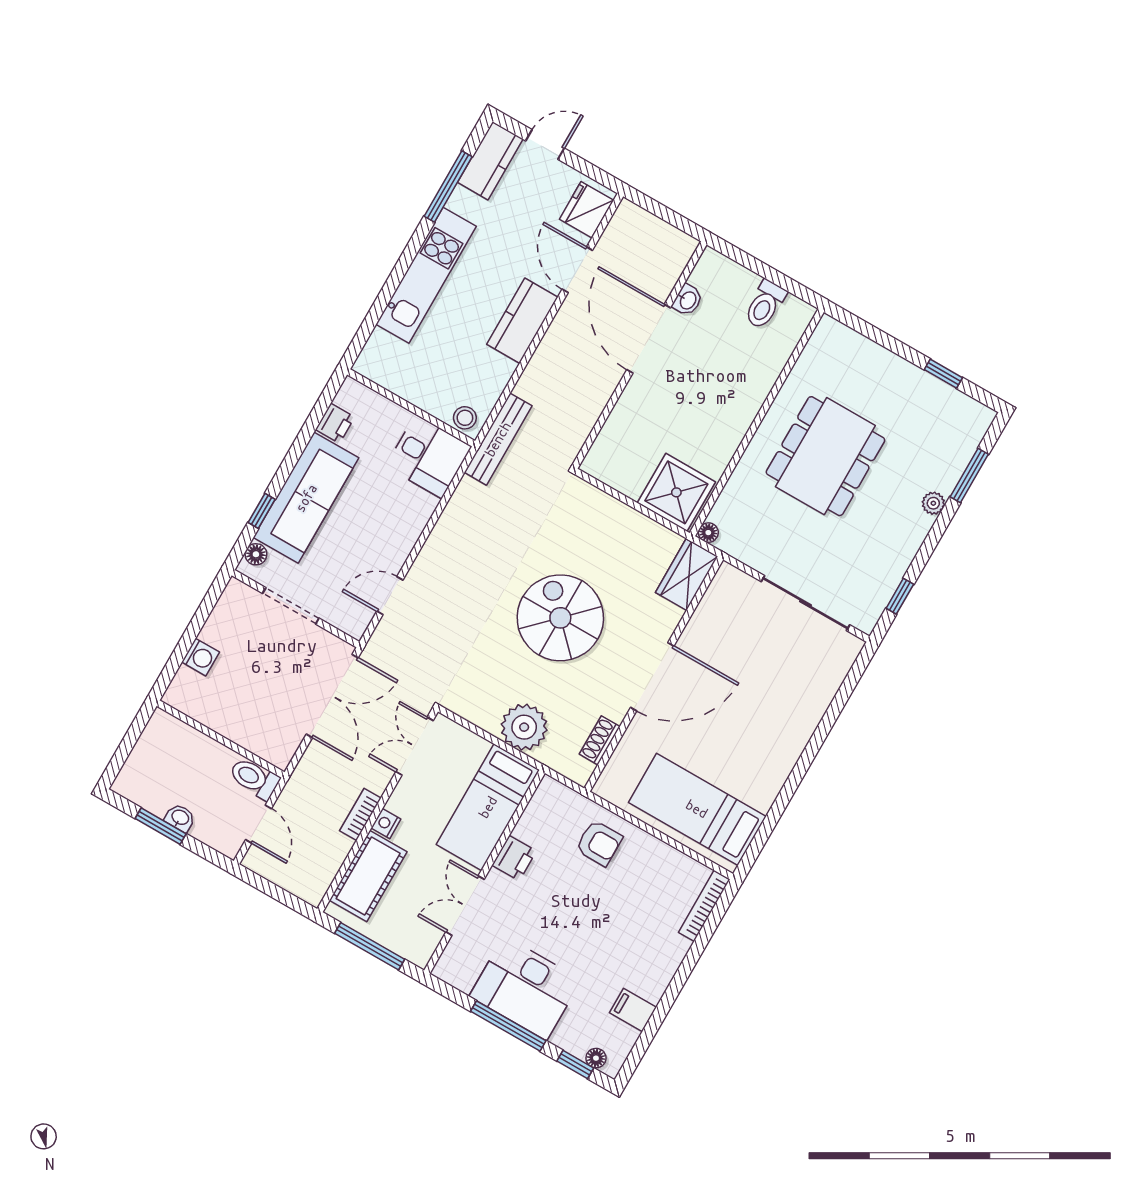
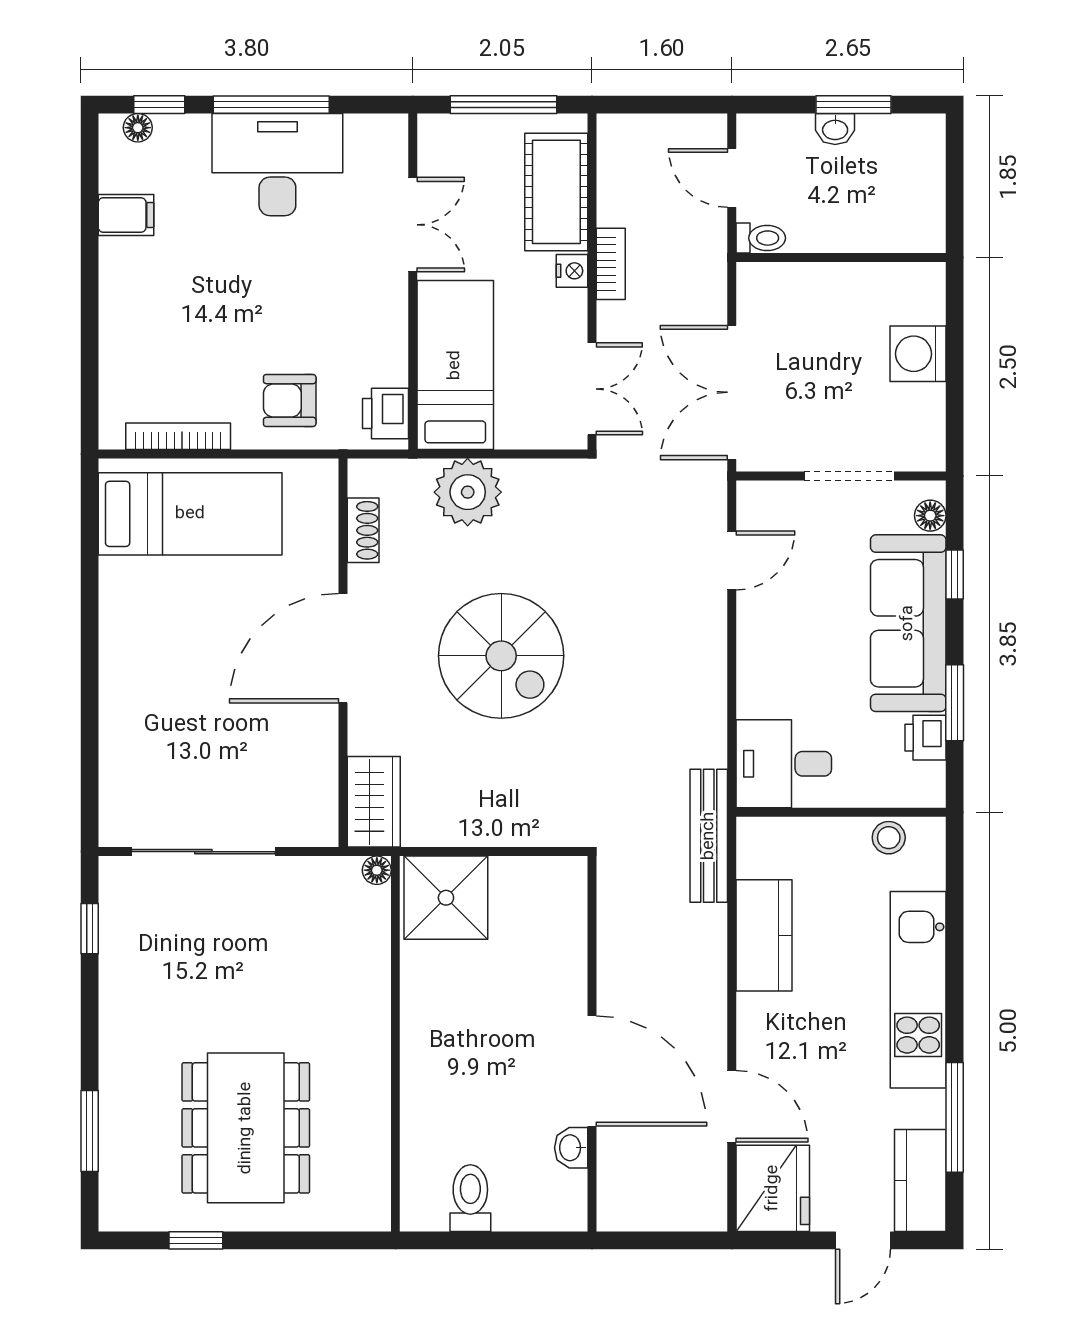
fridge: (587, 210) -> (773, 1188), width x1.36, depth x1.34
kitchen counter: (522, 321) -> (764, 935), moved
stool: (465, 418) -> (889, 838), moved
window: (306, 434) -> (955, 703), added
dining table: (825, 456) -> (246, 1128), moved
plant: (933, 503) -> (115, 1070), removed
washing machine: (201, 657) -> (918, 354), width x1.38, depth x1.38
toilet: (254, 778) -> (761, 238), width x0.73, depth x0.72
printer: (514, 858) -> (386, 414), moved
bookcase: (704, 906) -> (178, 436), moved, turned -90

